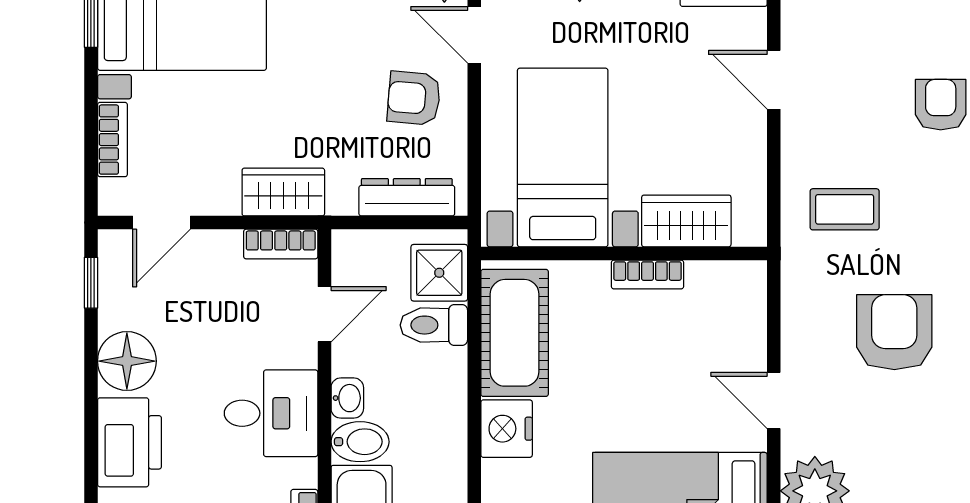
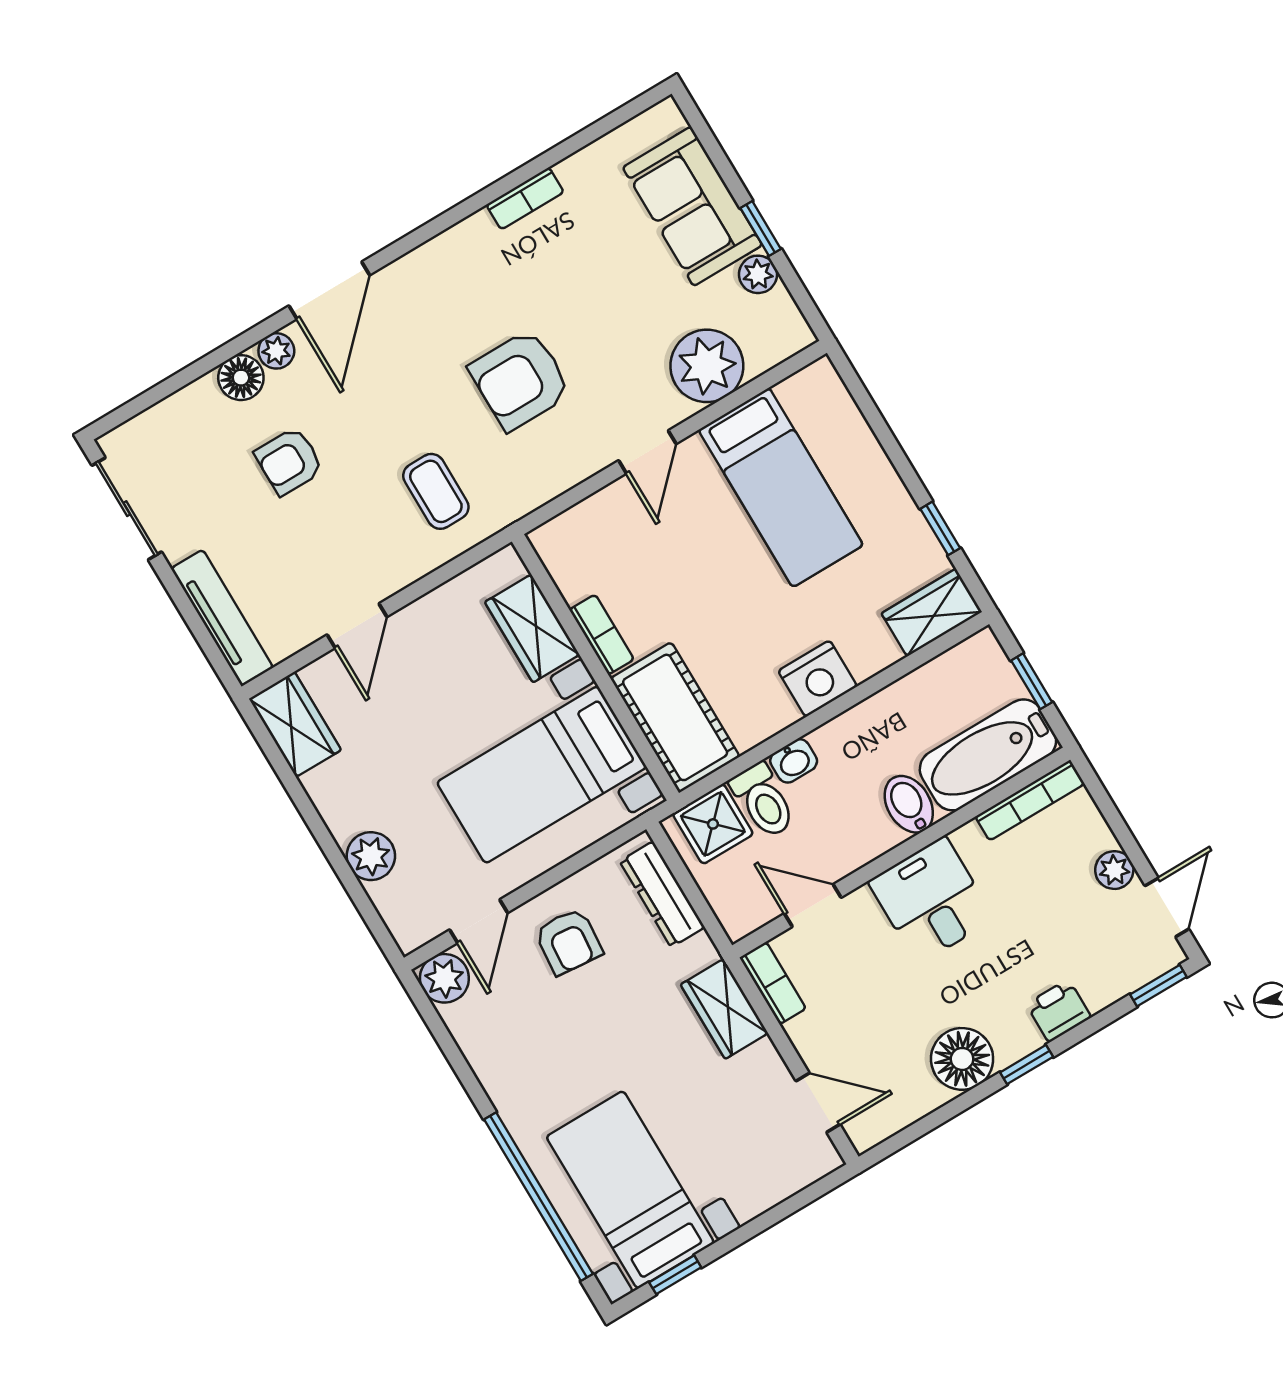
bookcase: (112, 140) -> (769, 1192), removed
window: (91, 283) -> (1027, 1065), moved
cot: (515, 333) -> (675, 717), moved, turned 90
washbasin: (347, 398) -> (794, 761), moved, turned 180
printer: (130, 442) -> (1059, 1011), width x0.53, depth x0.68

